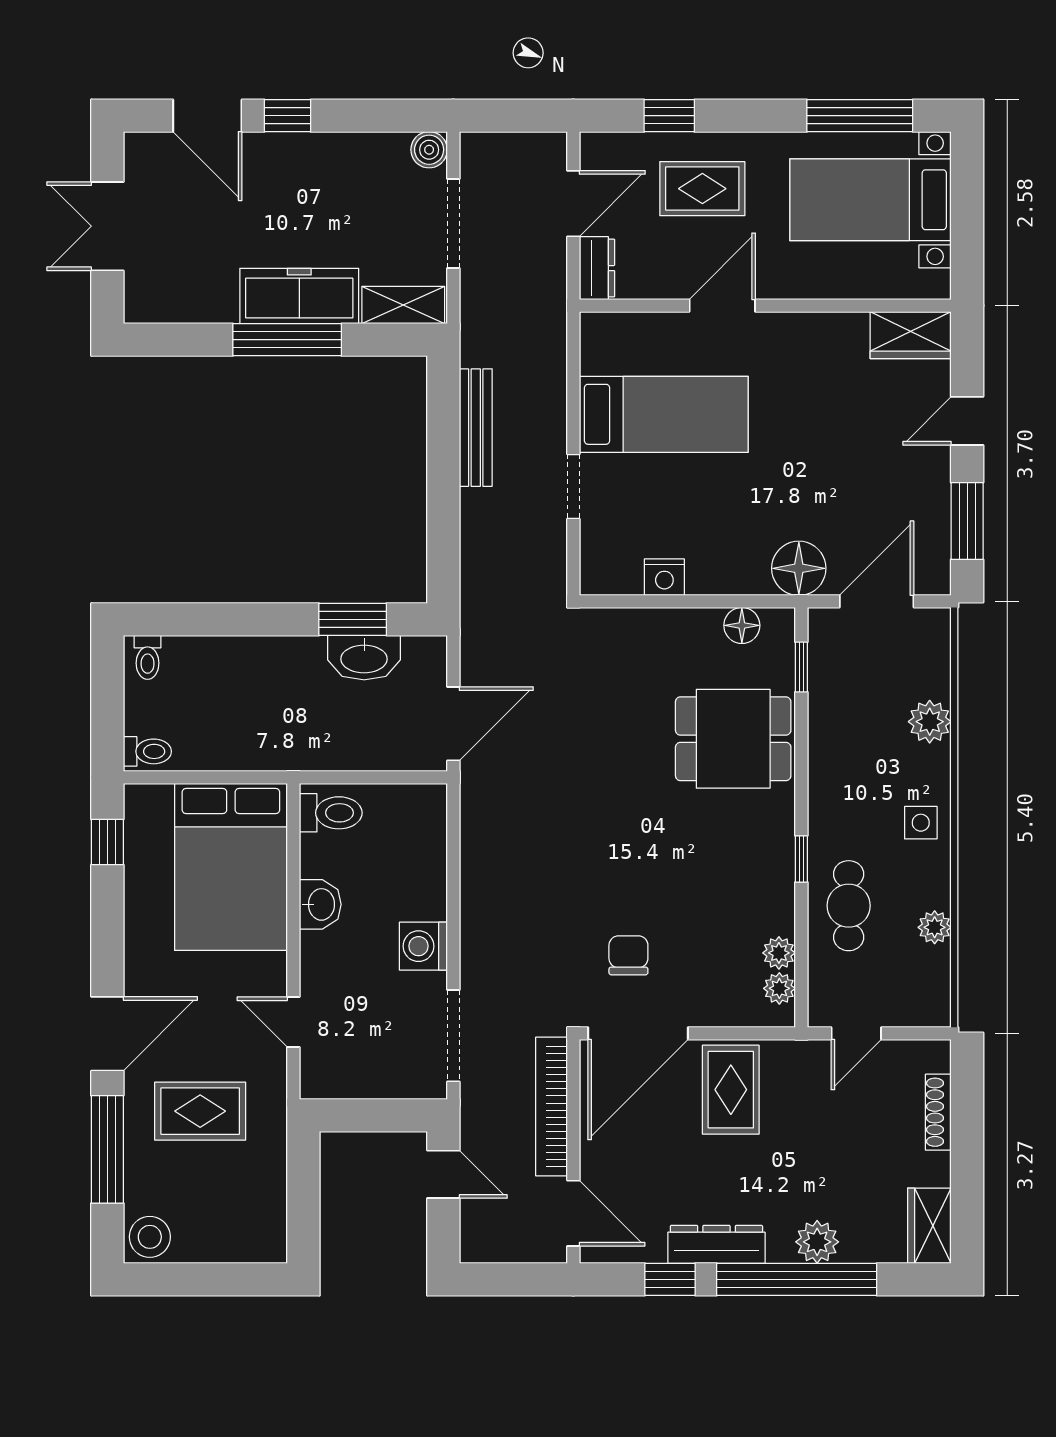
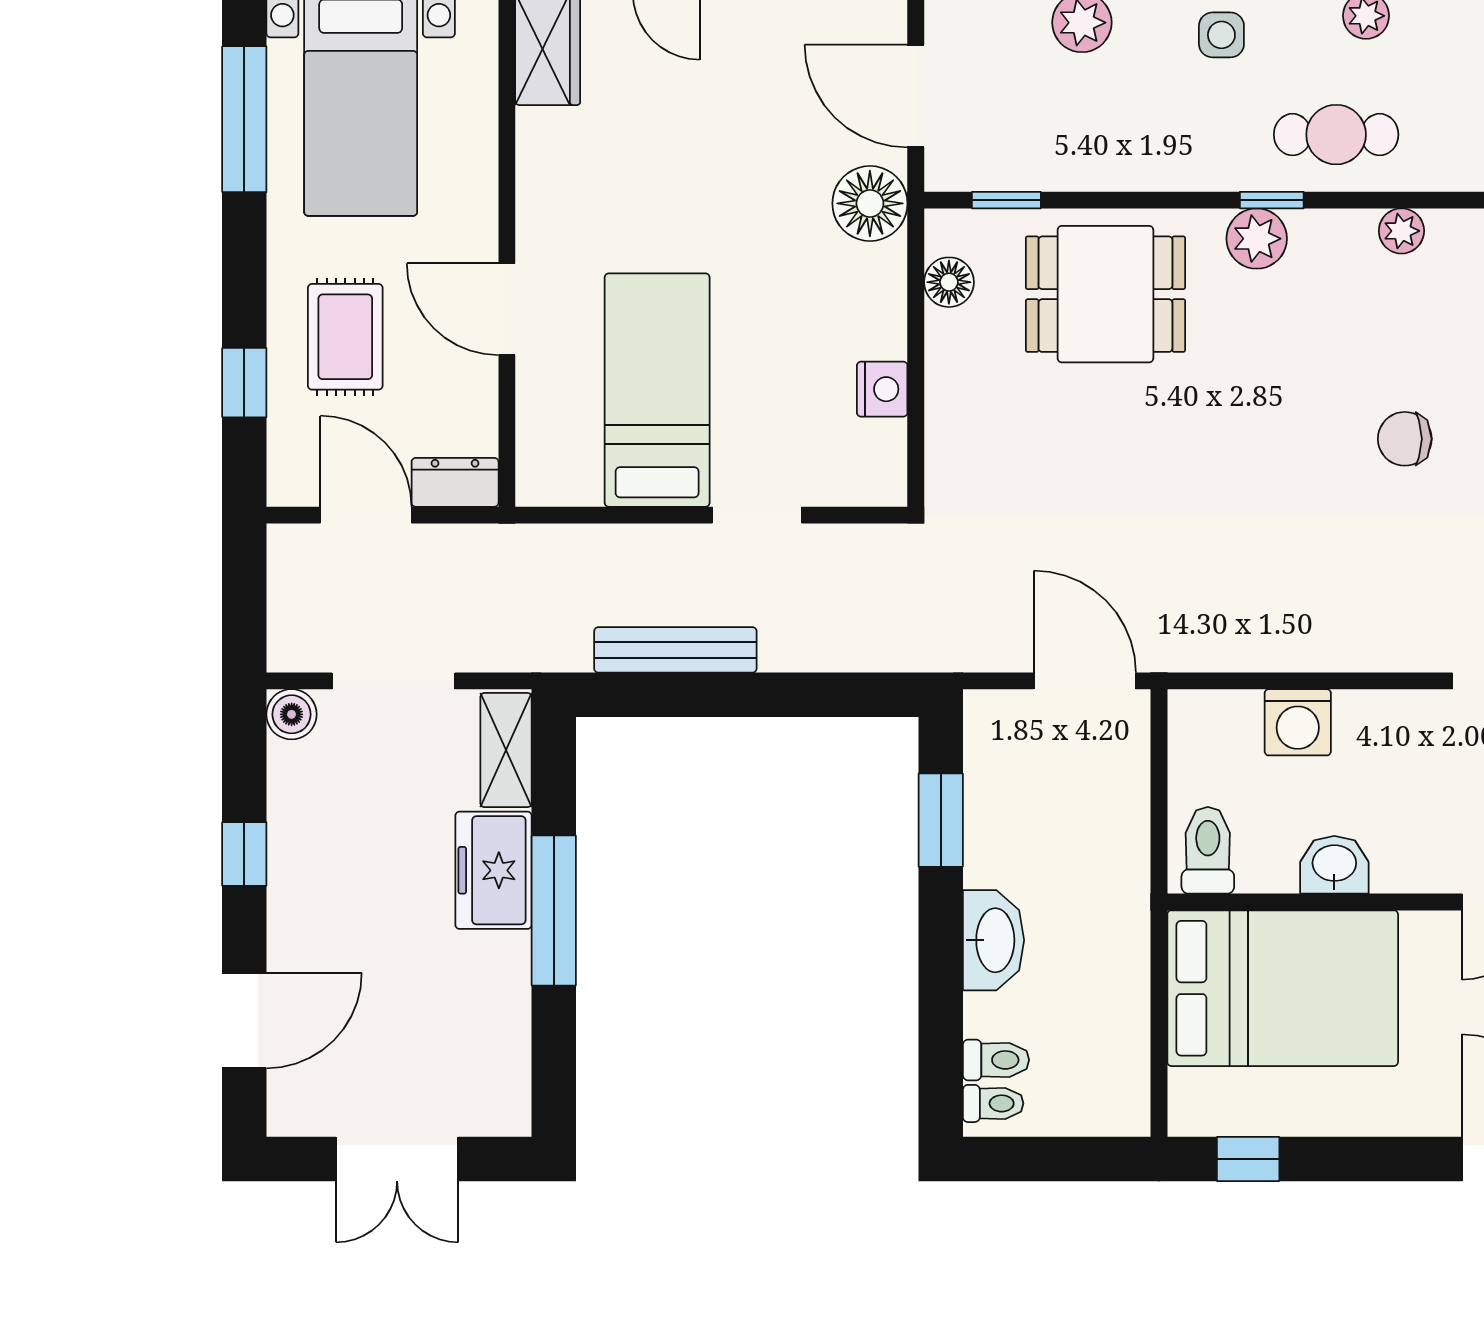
window: (288, 116) -> (244, 854), moved
freezer: (299, 296) -> (494, 870), width x0.71
washbasin: (364, 658) -> (993, 940), moved
dining table: (733, 739) -> (1105, 294), turned 90
toilet: (147, 751) -> (996, 1060), moved, turned 90
washing machine: (423, 946) -> (1298, 722), moved
plant: (779, 988) -> (1257, 239), moved, width x1.38, depth x1.38

